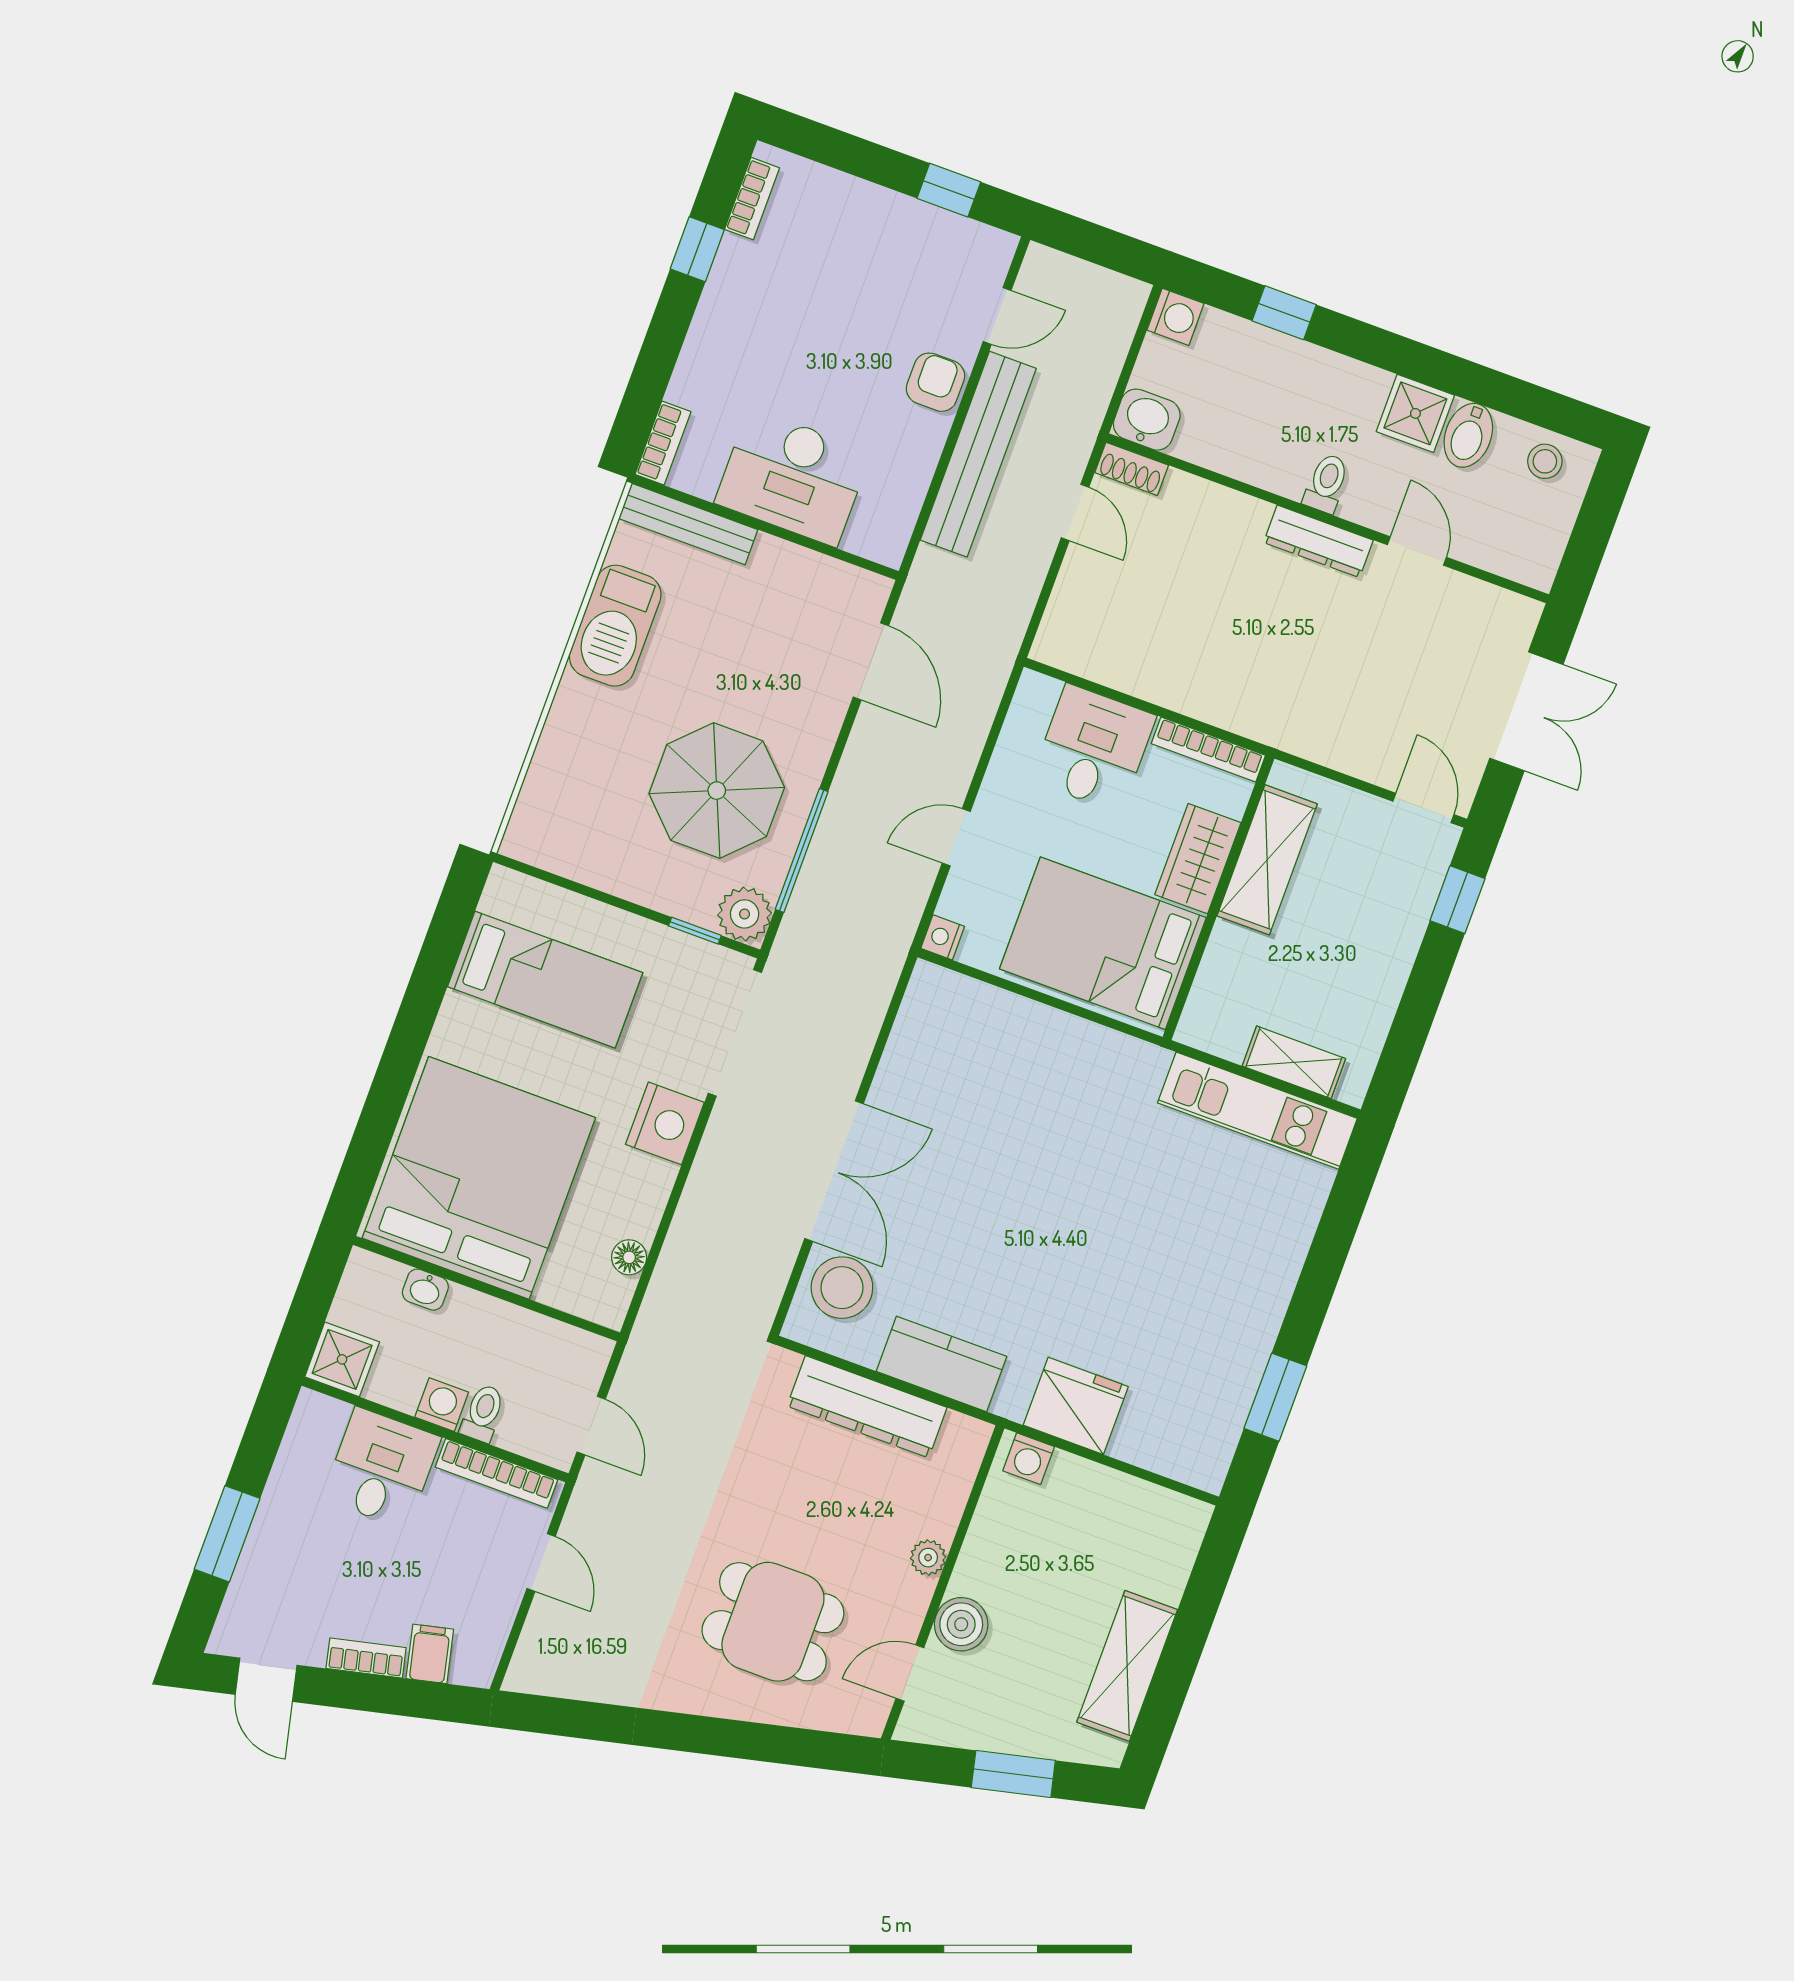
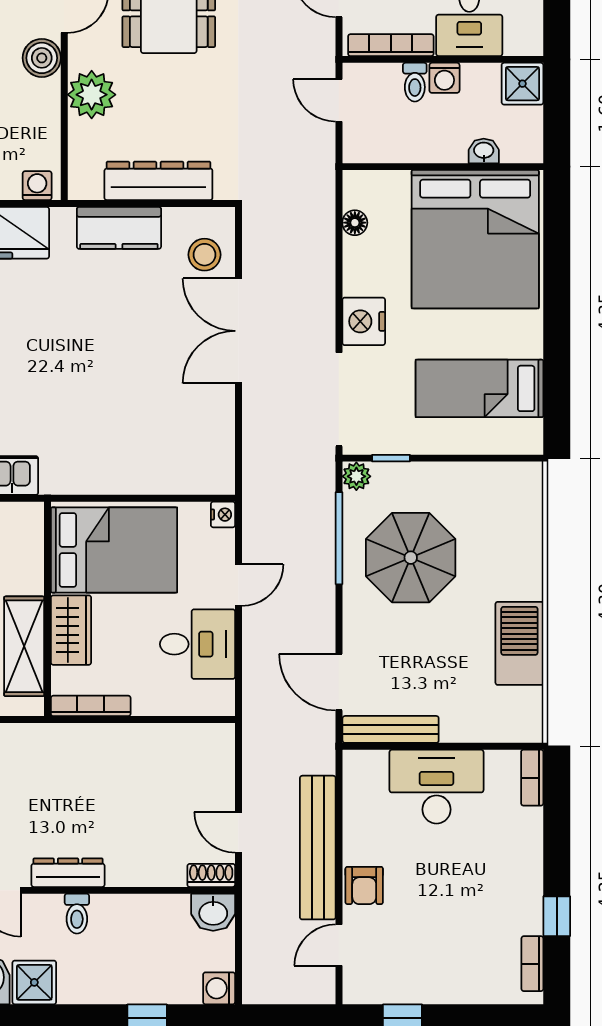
bench: (688, 524) -> (391, 729), moved
desk: (1094, 748) -> (198, 644), moved, turned -90
plant: (745, 914) -> (356, 476), width x0.73, depth x0.73
stool: (842, 1288) -> (205, 255), width x0.73, depth x0.73
plant: (928, 1558) -> (92, 95), width x1.88, depth x1.88

